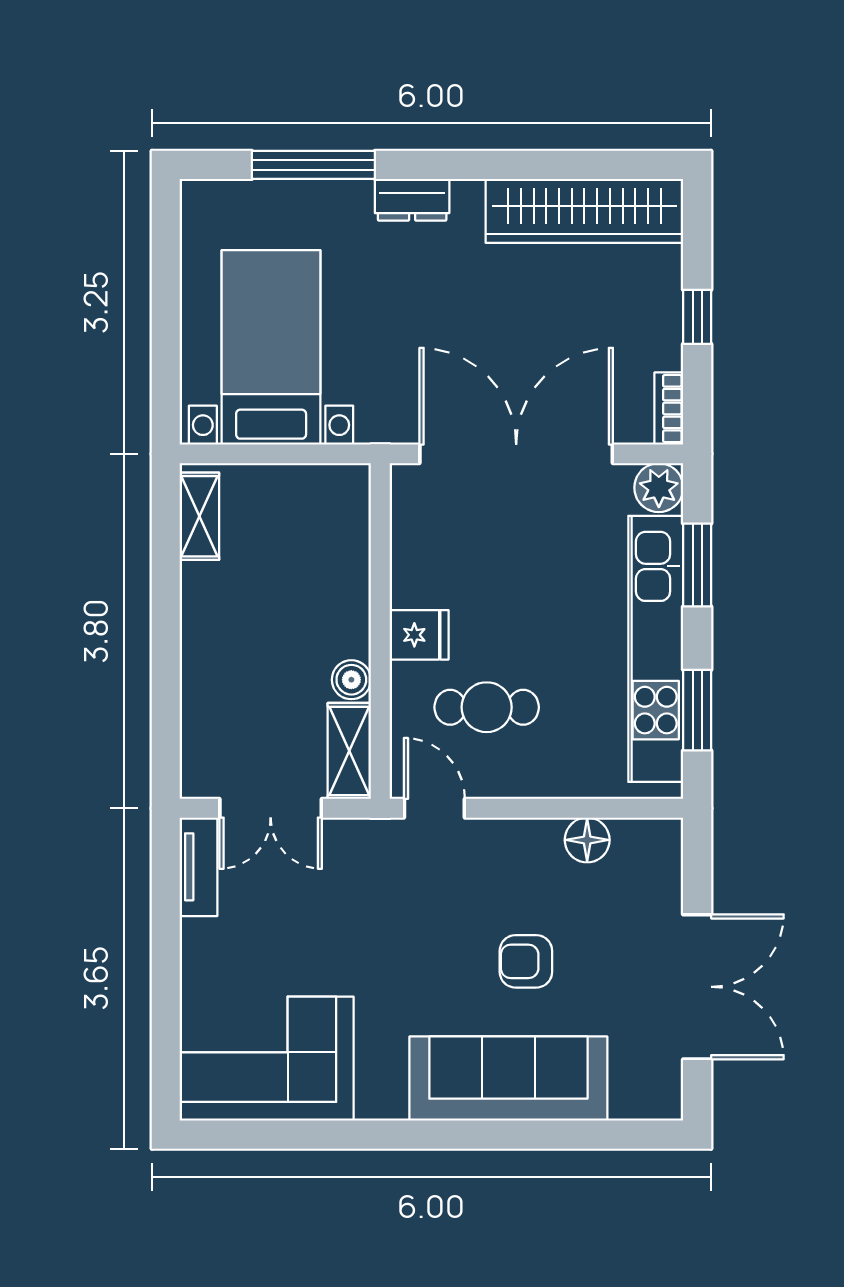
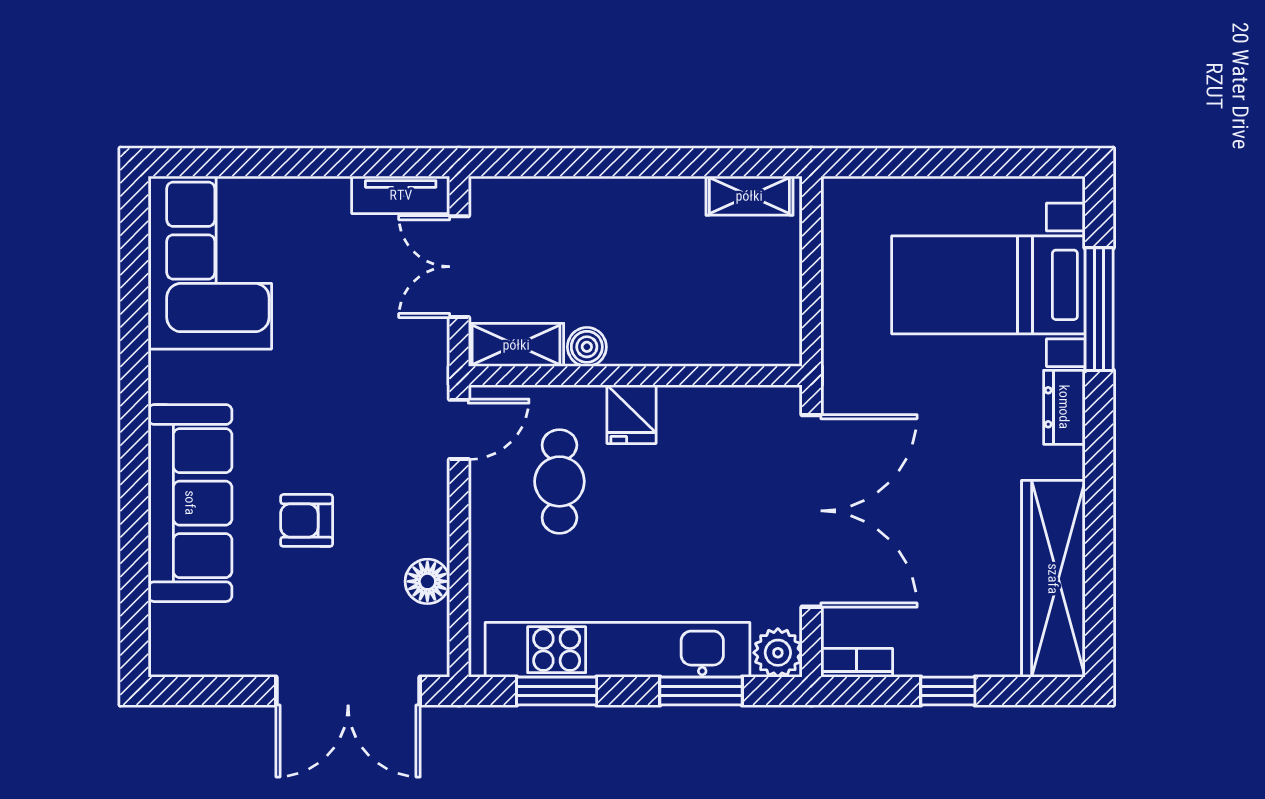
bed with nightstands: (271, 347) -> (988, 285), moved, turned 180
armchair: (526, 961) -> (307, 520), turned -90
double door: (697, 987) -> (348, 691), moved

